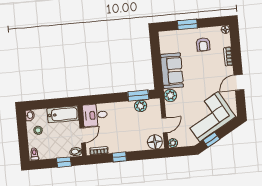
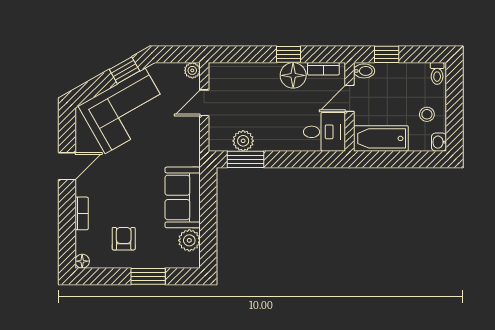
plant: (170, 95) -> (189, 240), moved
floor lamp: (155, 142) -> (293, 75), moved

